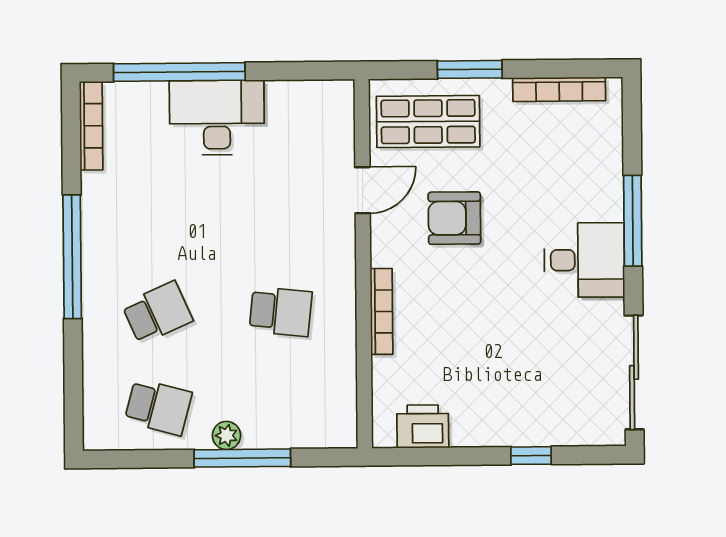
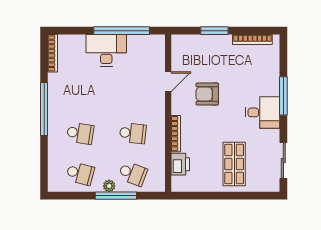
window: (179, 72) -> (122, 31), moved
shop shelf: (428, 122) -> (234, 164), moved, turned 90
school desk: (157, 313) -> (80, 133), turned 33
sliding door: (634, 372) -> (283, 161), width x0.73
school desk: (281, 406) -> (133, 174), added
printer: (423, 426) -> (180, 164), moved, turned 90
window: (531, 456) -> (239, 196), removed

